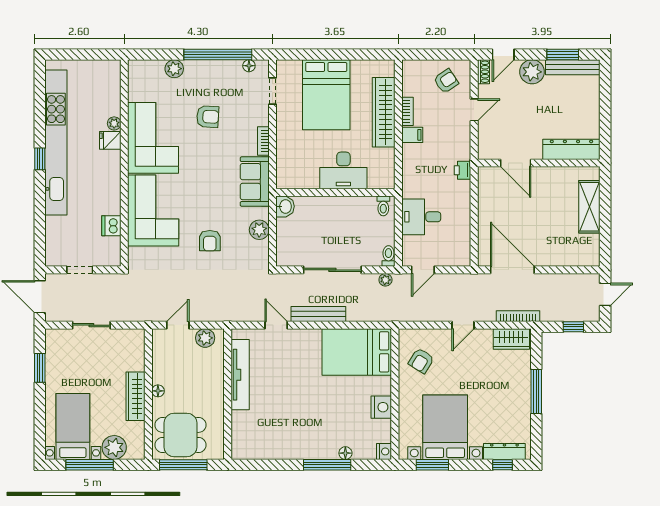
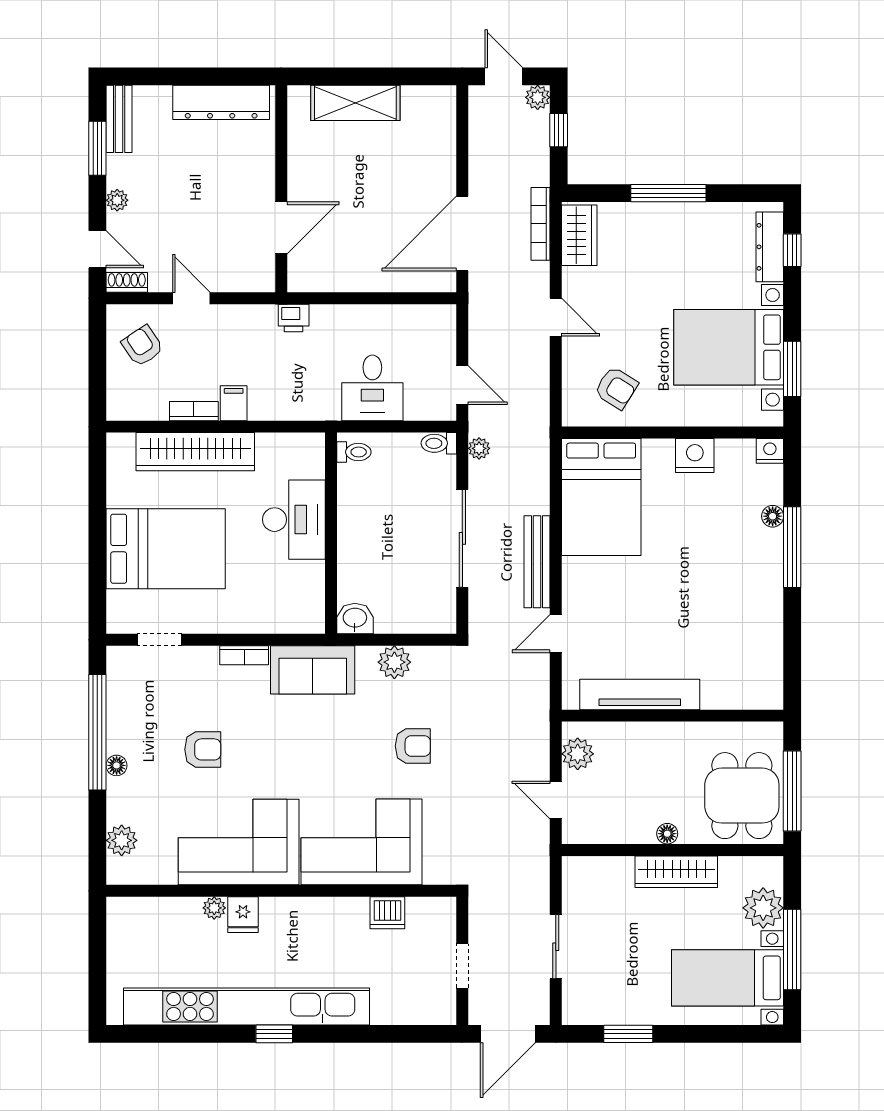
floor lamp: (249, 66) -> (117, 765), moved
bench: (573, 67) -> (119, 119), width x0.73
plant: (174, 69) -> (122, 840), moved
plant: (532, 72) -> (117, 200), width x0.53, depth x0.53
armchair: (208, 117) -> (203, 749), turned 87
dresser: (571, 149) -> (221, 102), moved, turned -90
plant: (593, 314) -> (538, 97), added

